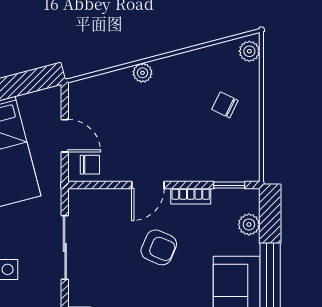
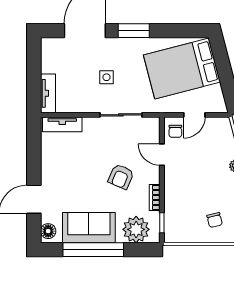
chair: (225, 105) -> (215, 220), turned 140
door: (148, 185) -> (162, 155), moved
plant: (249, 224) -> (136, 229), width x1.87, depth x1.87

